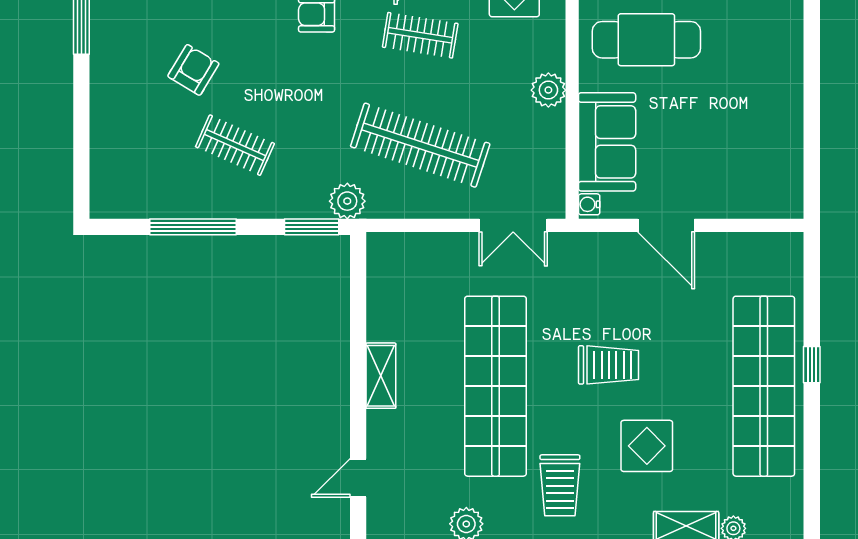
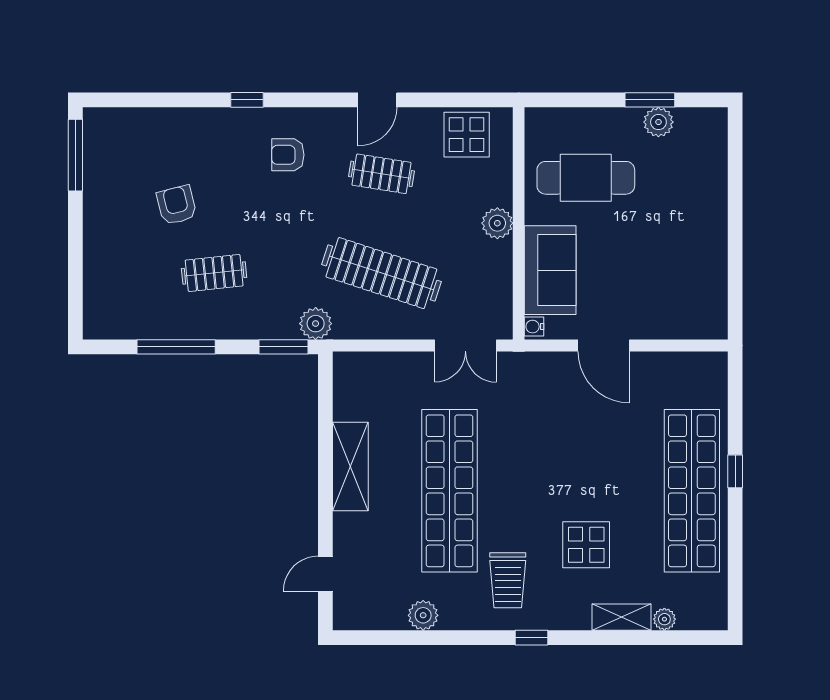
armchair: (193, 70) -> (177, 205), turned -45
clothes rail: (235, 145) -> (214, 273), turned -30
trolley: (609, 365) -> (552, 472), removed
shelving: (381, 376) -> (350, 467), width x1.50, depth x1.33

